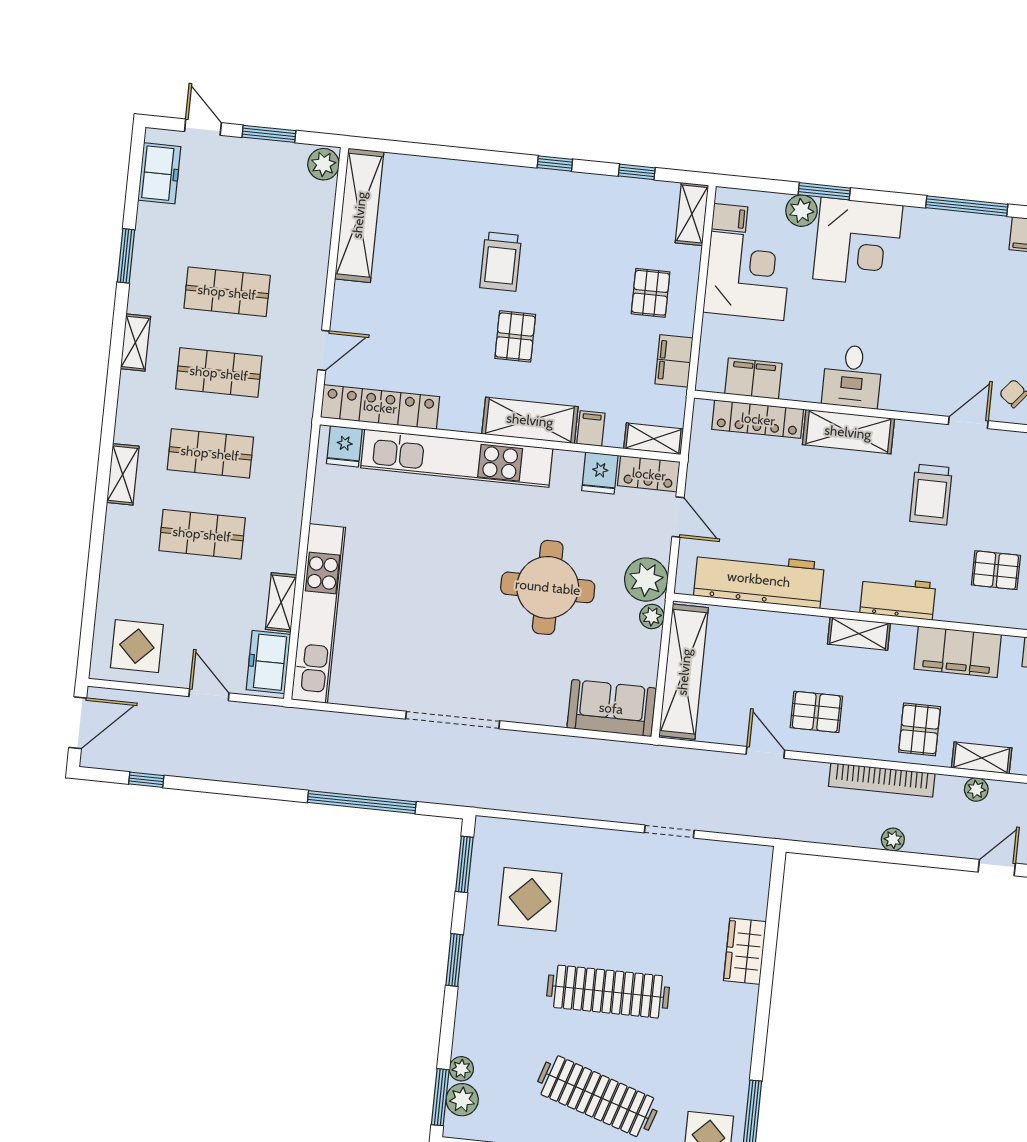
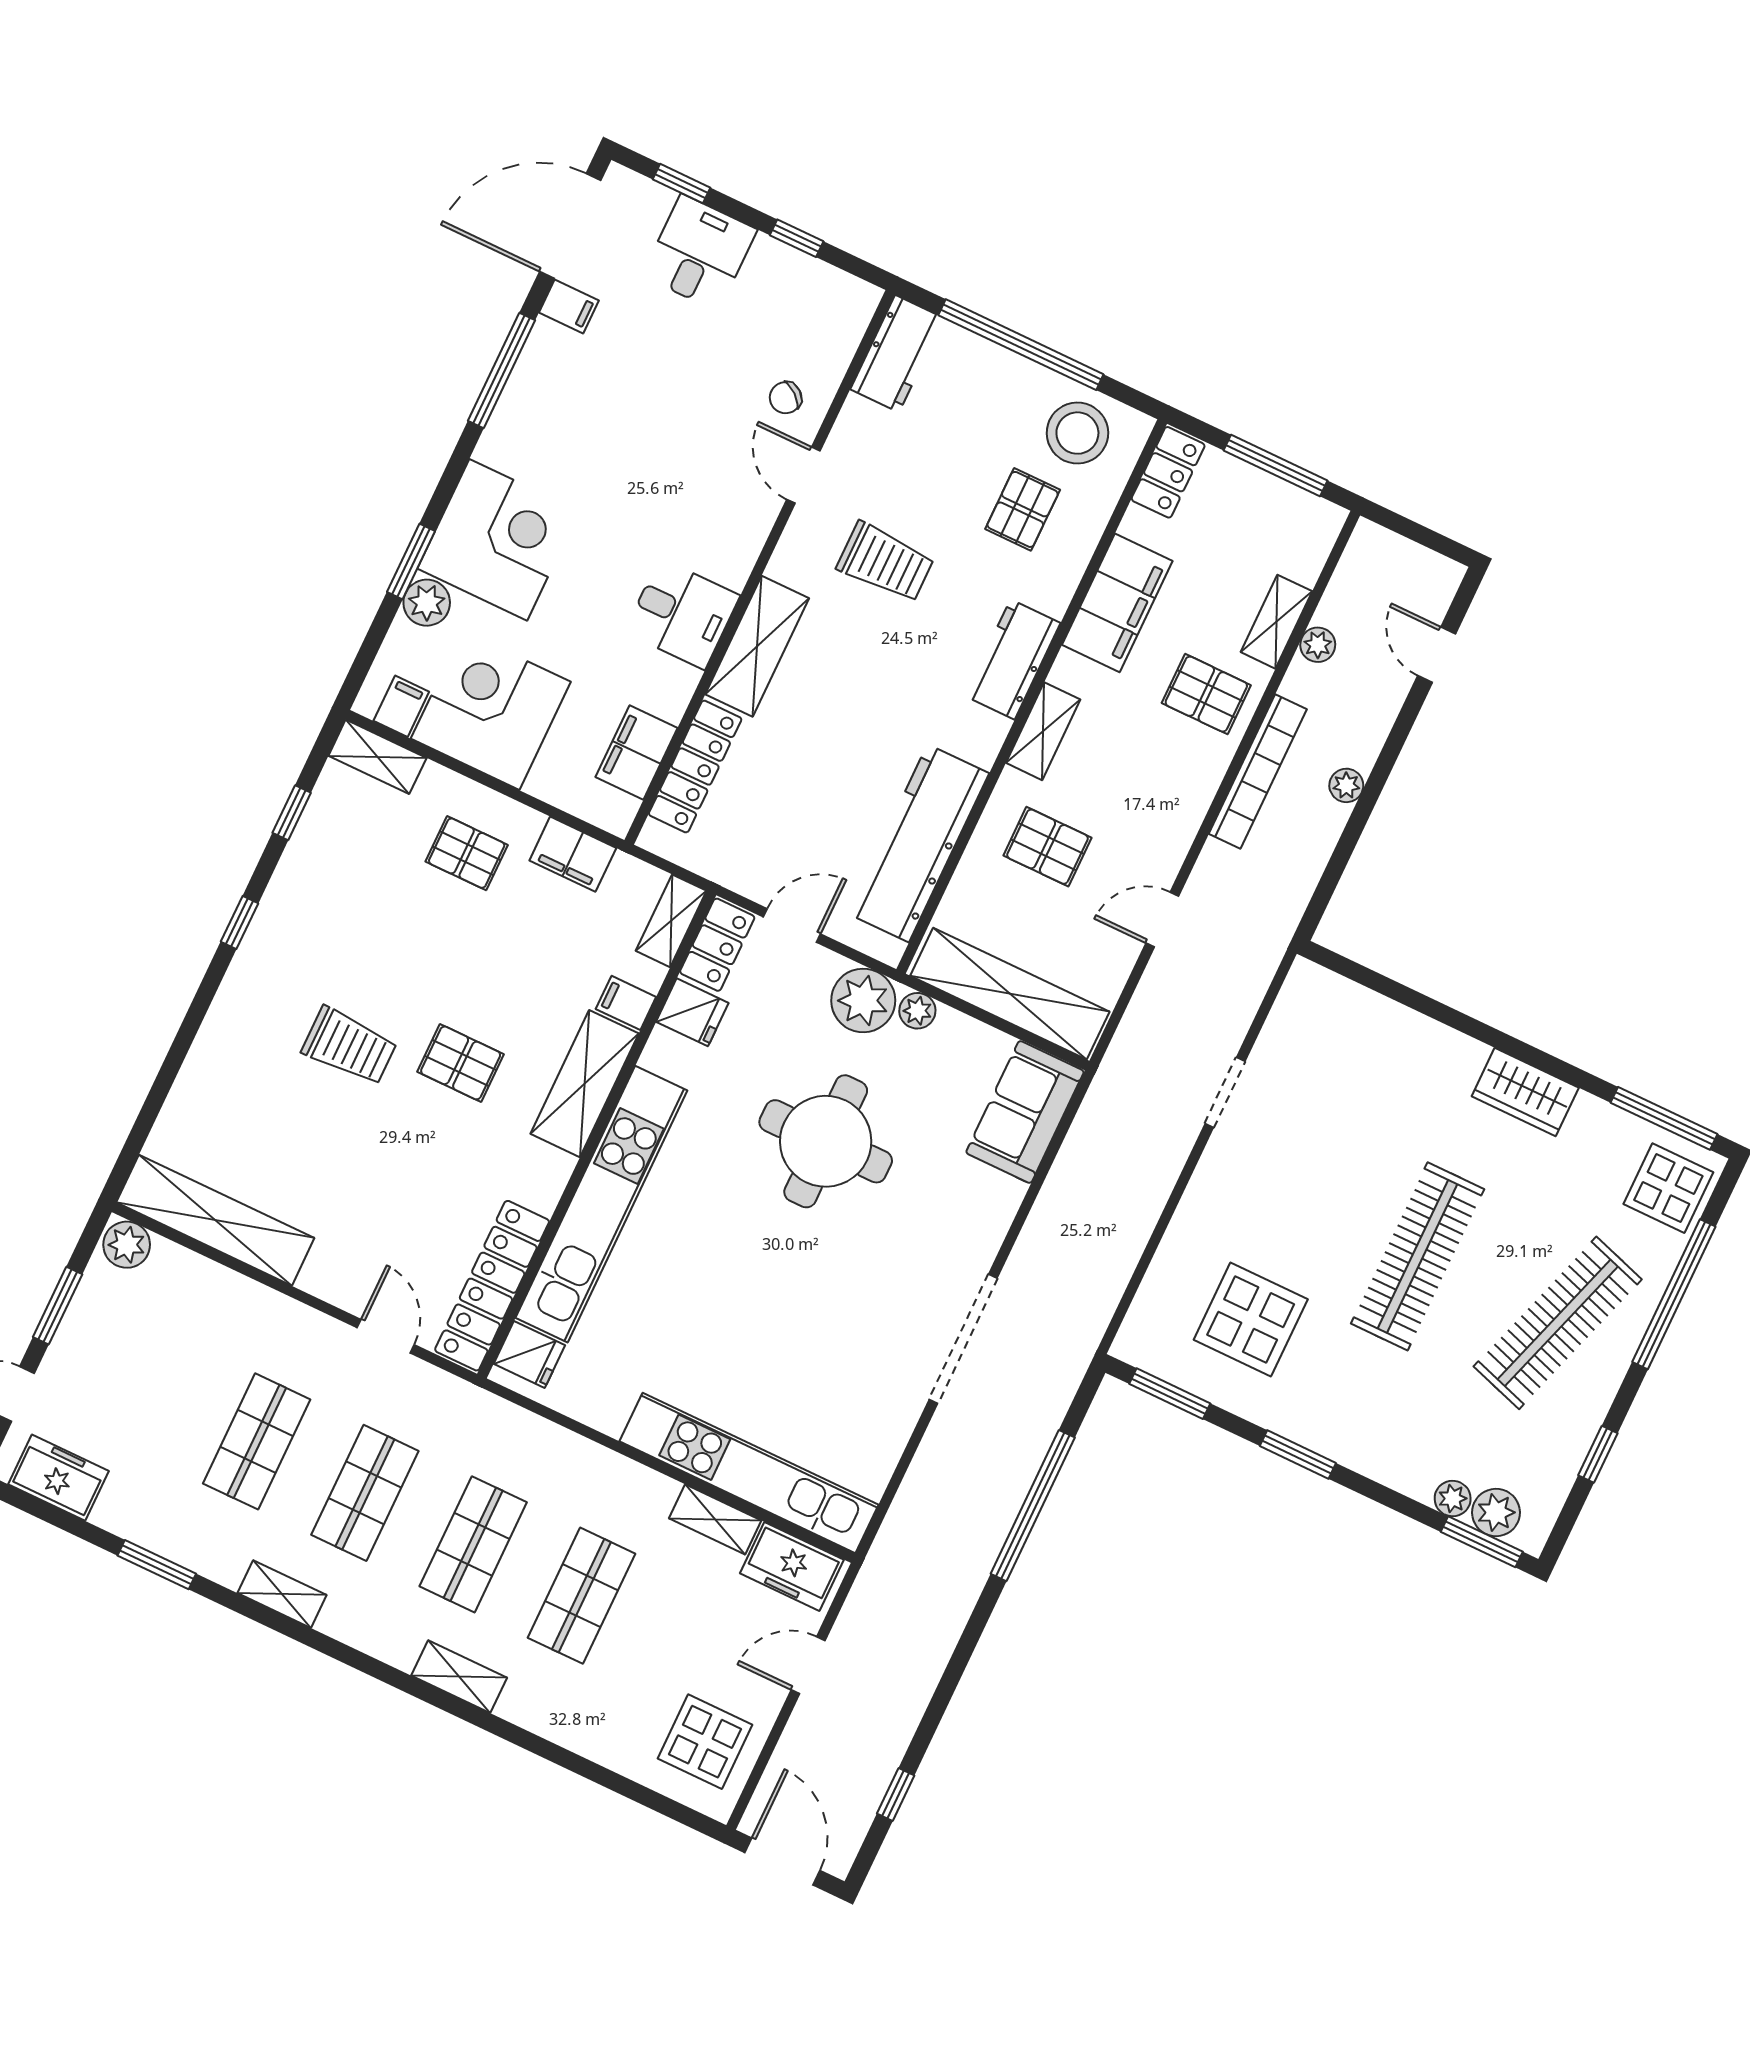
pallet: (816, 712) -> (1047, 847), moved, turned 90
wardrobe: (745, 951) -> (1525, 1092), moved

